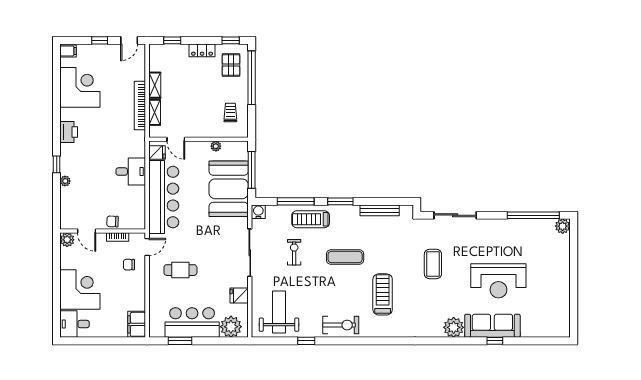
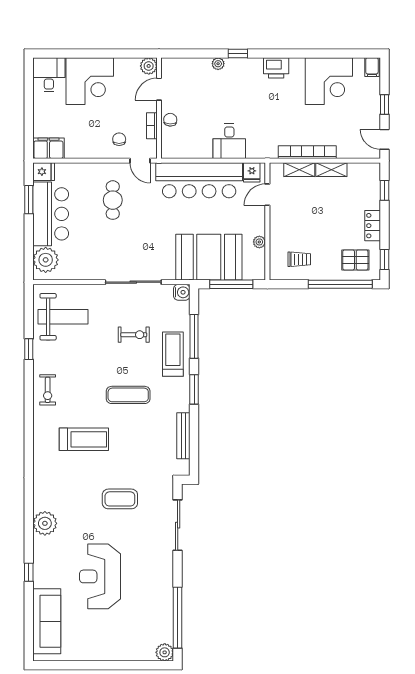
exercise mat: (345, 257) -> (128, 395), turned 90
fridge: (239, 295) -> (44, 172), moved, turned 90
exercise bike: (341, 325) -> (48, 390), width x0.73, depth x0.72
sofa: (492, 326) -> (47, 621), moved

